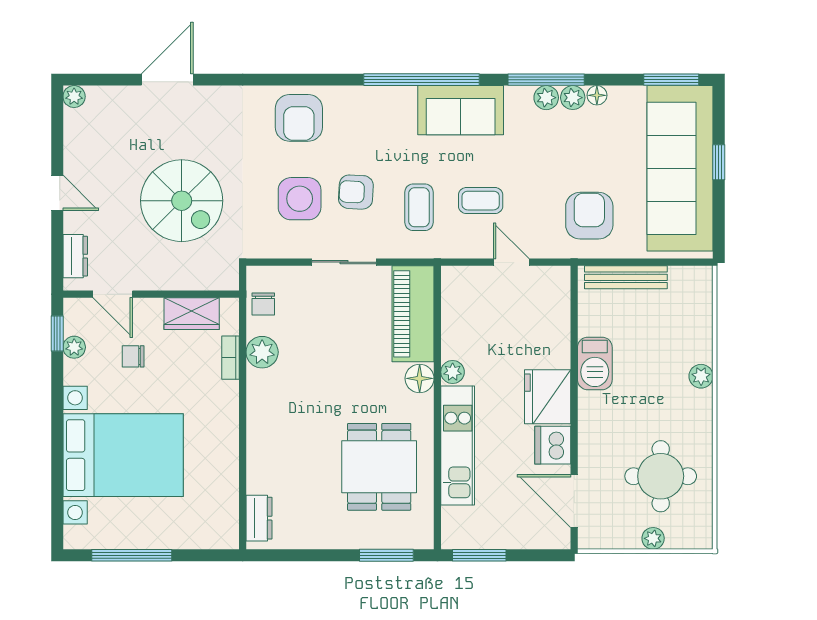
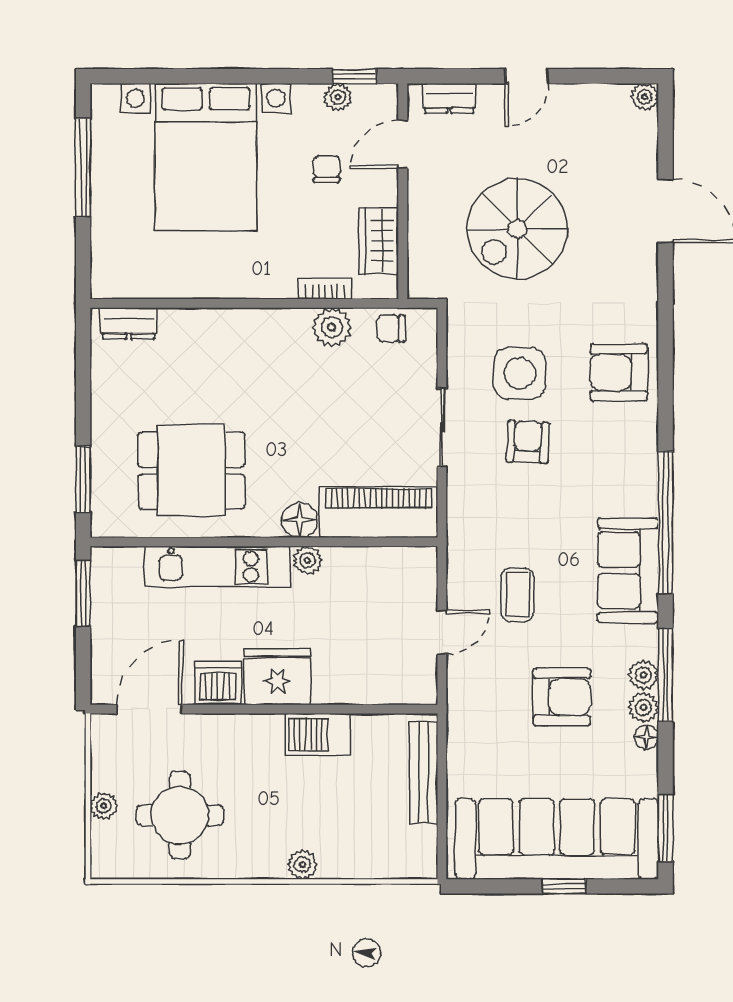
coffee table: (419, 207) -> (509, 519), removed
armchair: (589, 216) -> (562, 697), moved

